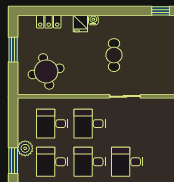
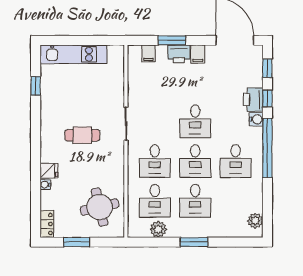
water cooler: (93, 20) -> (45, 185), moved
locker: (49, 22) -> (47, 224), moved
plant: (25, 148) -> (158, 229), moved

